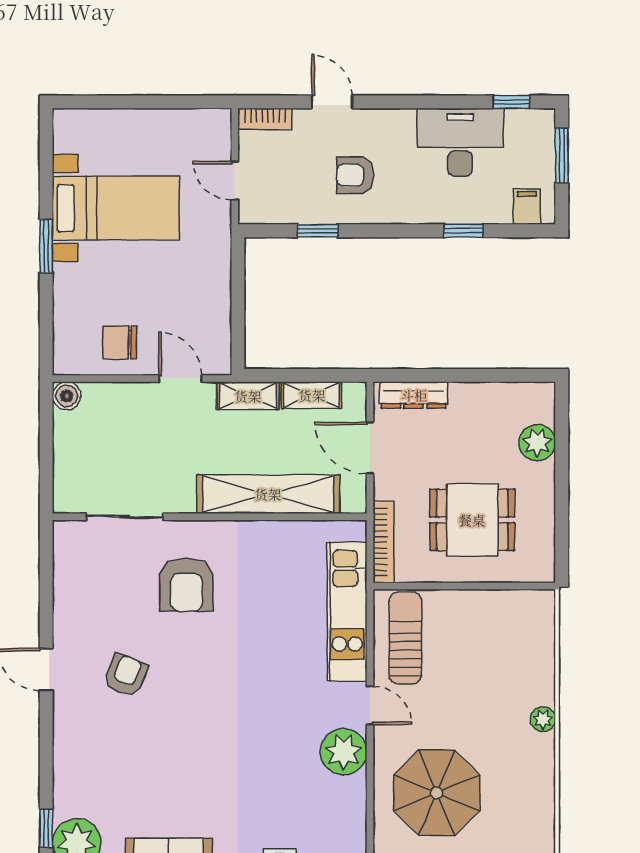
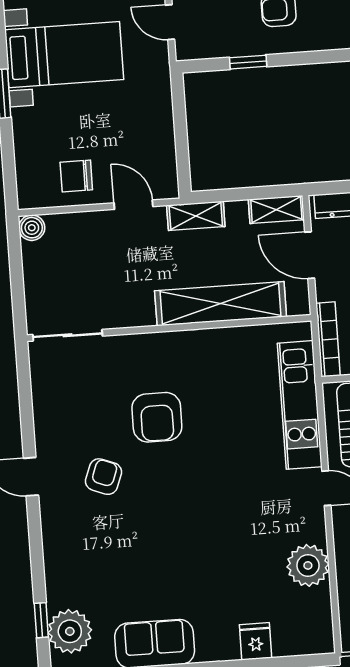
shelving: (312, 395) -> (276, 210), moved
sliding door: (125, 517) -> (68, 335), moved
armchair: (186, 585) -> (157, 417), moved
plant: (344, 752) -> (308, 565), moved

